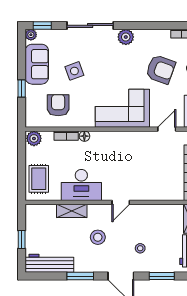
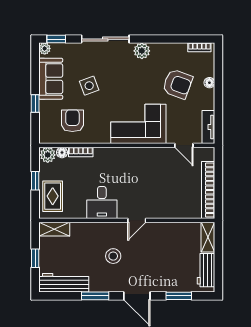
door: (167, 129) -> (184, 145), swing flipped
floor lamp: (84, 136) -> (62, 152), moved
window: (22, 164) -> (35, 181), added
desk: (81, 185) -> (102, 203), width x0.73
shelving: (72, 211) -> (54, 229), moved
stool: (140, 248) -> (157, 267), removed

